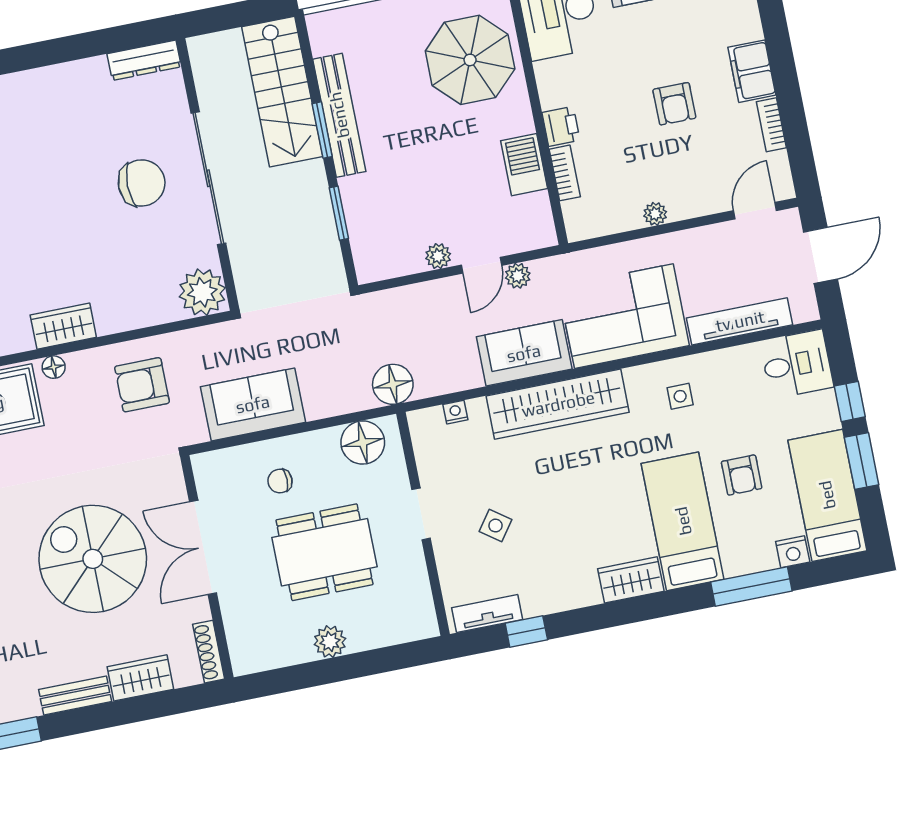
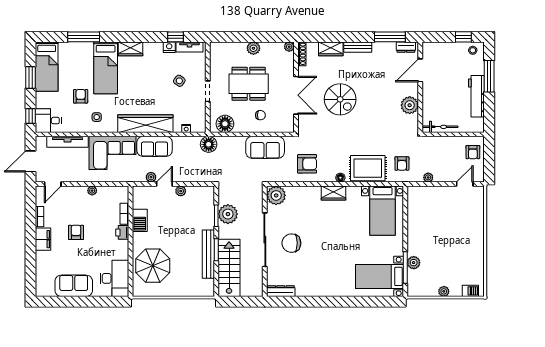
plant: (311, 223) -> (228, 214), added
window: (850, 401) -> (30, 116), moved
armchair: (742, 475) -> (81, 96), moved
nightstand: (793, 552) -> (169, 47), moved
spiral stairs: (93, 559) -> (340, 99), width x0.73, depth x0.73
plant: (243, 663) -> (289, 47), added

